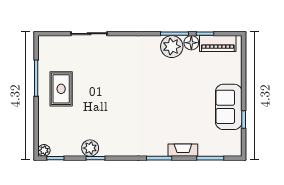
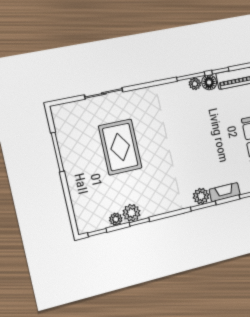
plant: (172, 47) -> (195, 84), width x0.53, depth x0.53
rug: (61, 89) -> (120, 147), moved, width x1.36, depth x1.43
plant: (159, 148) -> (201, 196), added
plant: (44, 150) -> (116, 219), moved

